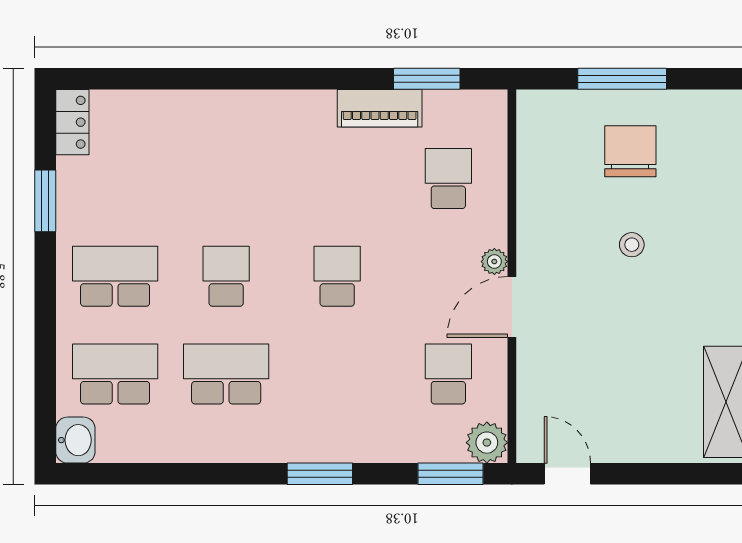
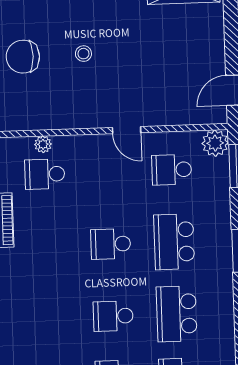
plant: (494, 262) -> (43, 144), moved
door: (512, 307) -> (127, 130), width x0.73
school desk: (337, 374) -> (174, 242), added

